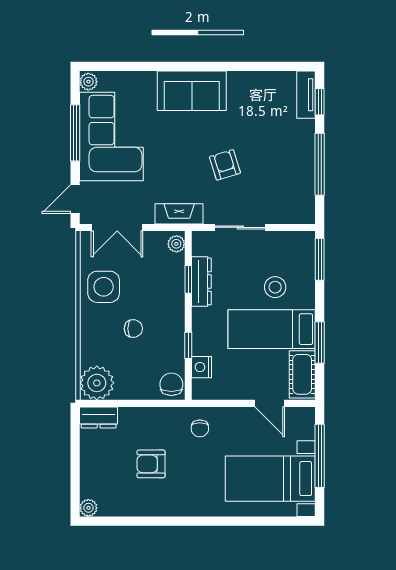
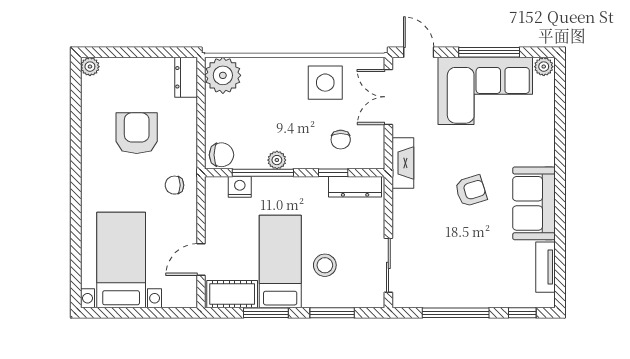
sofa: (192, 91) -> (534, 203), moved
tv unit: (306, 95) -> (545, 267), moved, turned -90
armchair: (225, 165) -> (471, 191), moved
sliding door: (240, 227) -> (388, 265), moved
plant: (176, 244) -> (277, 160), moved
window: (320, 259) -> (332, 313), moved
dresser: (201, 281) -> (355, 187), moved
chair: (133, 329) -> (341, 140), moved
window: (188, 345) -> (263, 173), width x2.17
window: (320, 456) -> (145, 313), removed
armchair: (151, 464) -> (137, 133), width x1.38, depth x1.38

